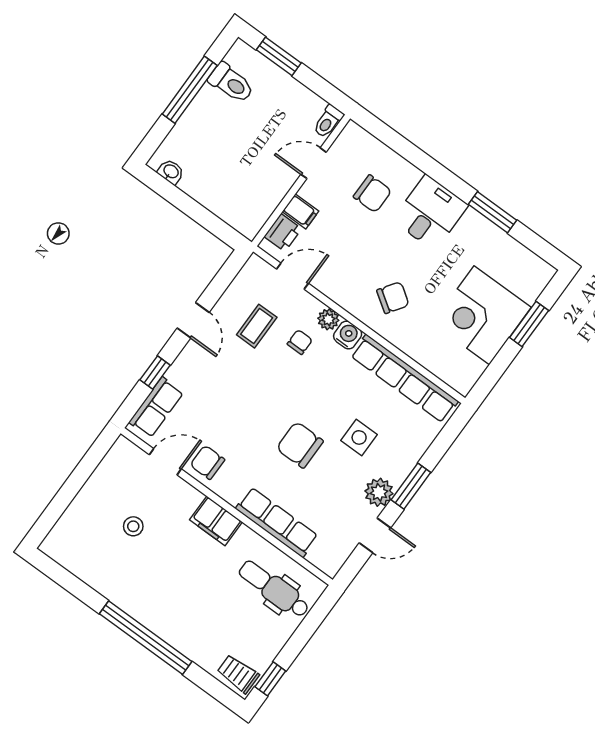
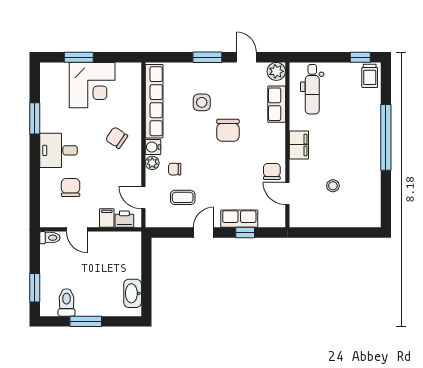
window: (190, 90) -> (86, 321), width x0.69
washbasin: (171, 172) -> (133, 293), width x1.91, depth x1.45
row of seats: (156, 407) -> (239, 219), moved
chair: (207, 462) -> (272, 172), turned 180
plant: (379, 492) -> (276, 71), moved
row of seats: (277, 522) -> (277, 104), width x0.68

